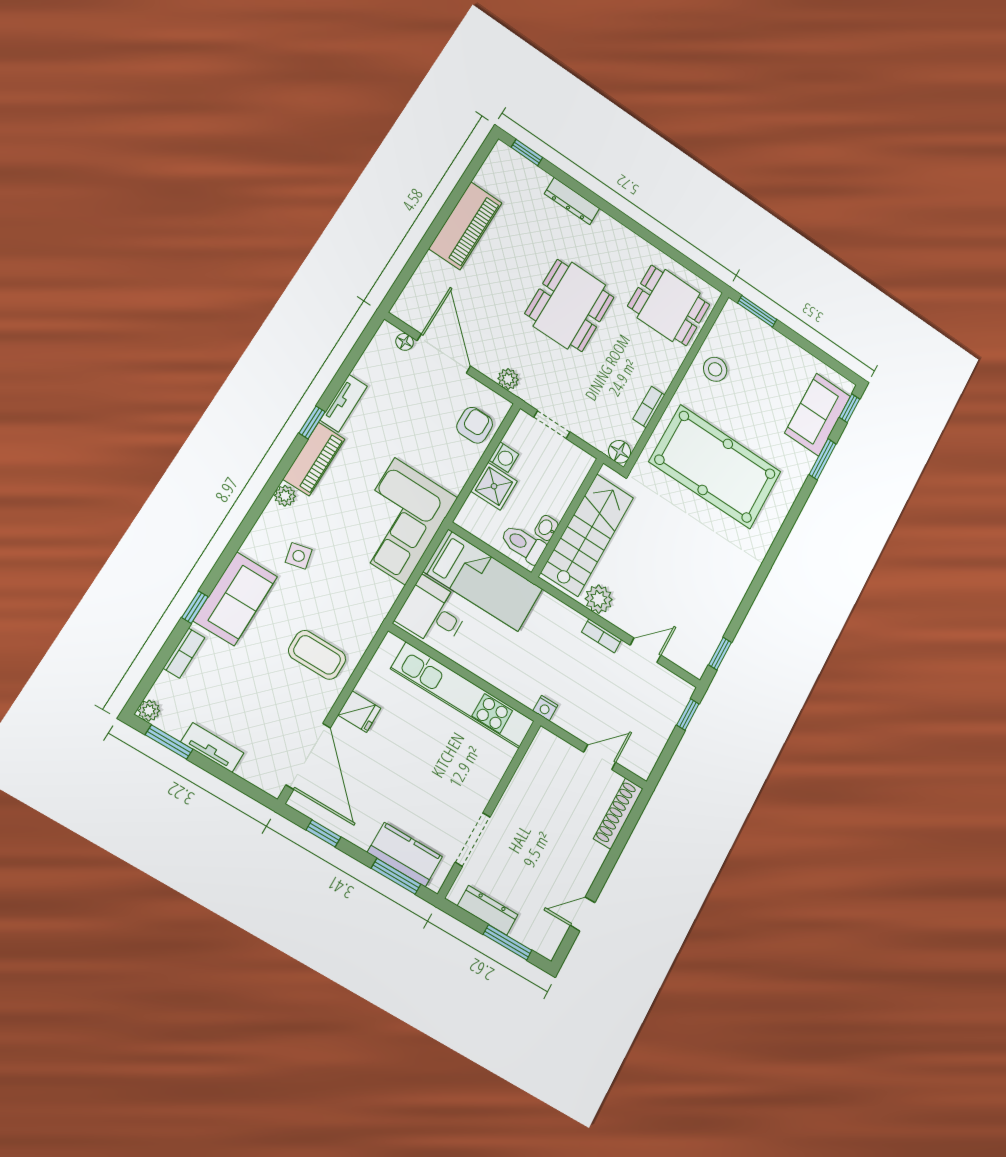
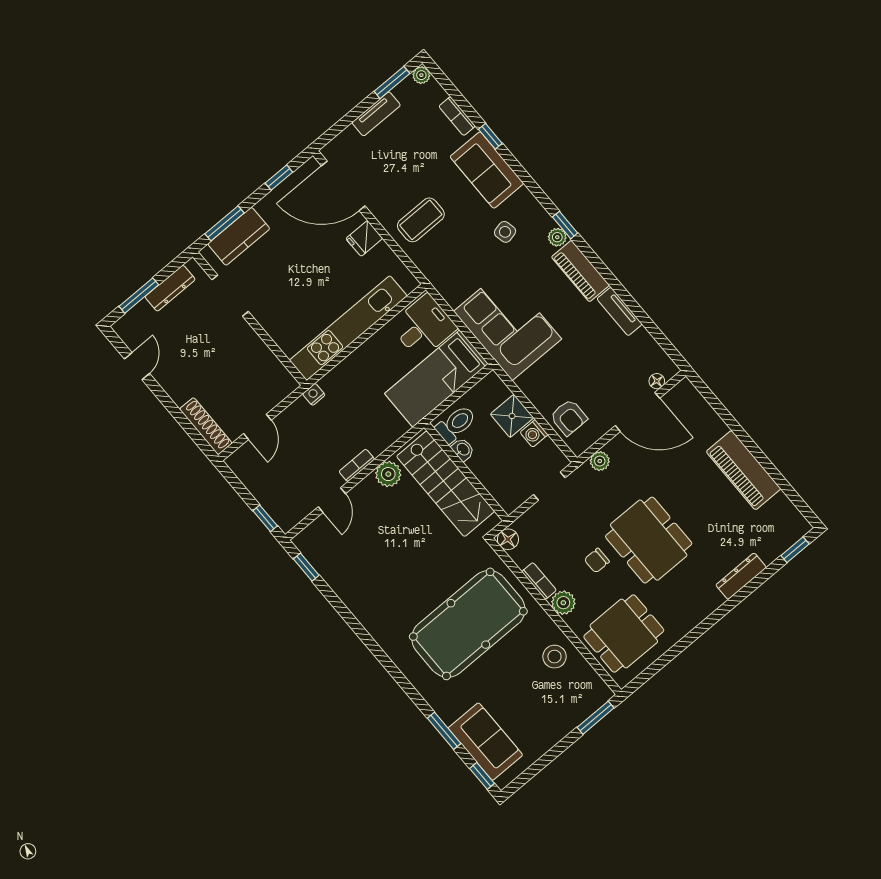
chair: (608, 353) -> (597, 561), added
plant: (661, 376) -> (563, 603), added
window: (312, 422) -> (565, 225), moved

